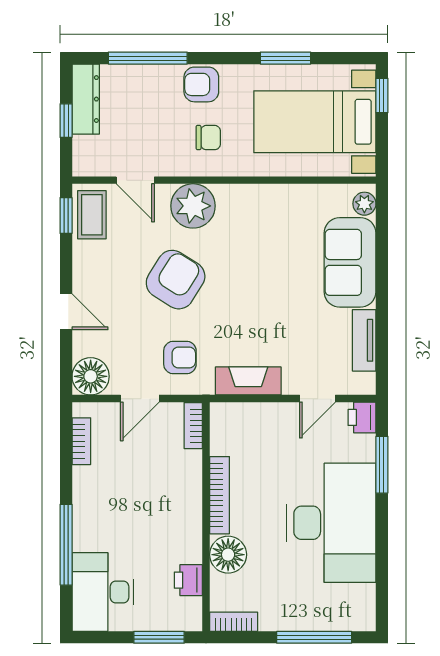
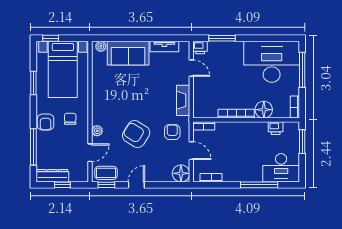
plant: (193, 206) -> (97, 131), width x0.53, depth x0.53
door: (66, 312) -> (136, 185), moved
desk: (331, 523) -> (272, 62), moved

